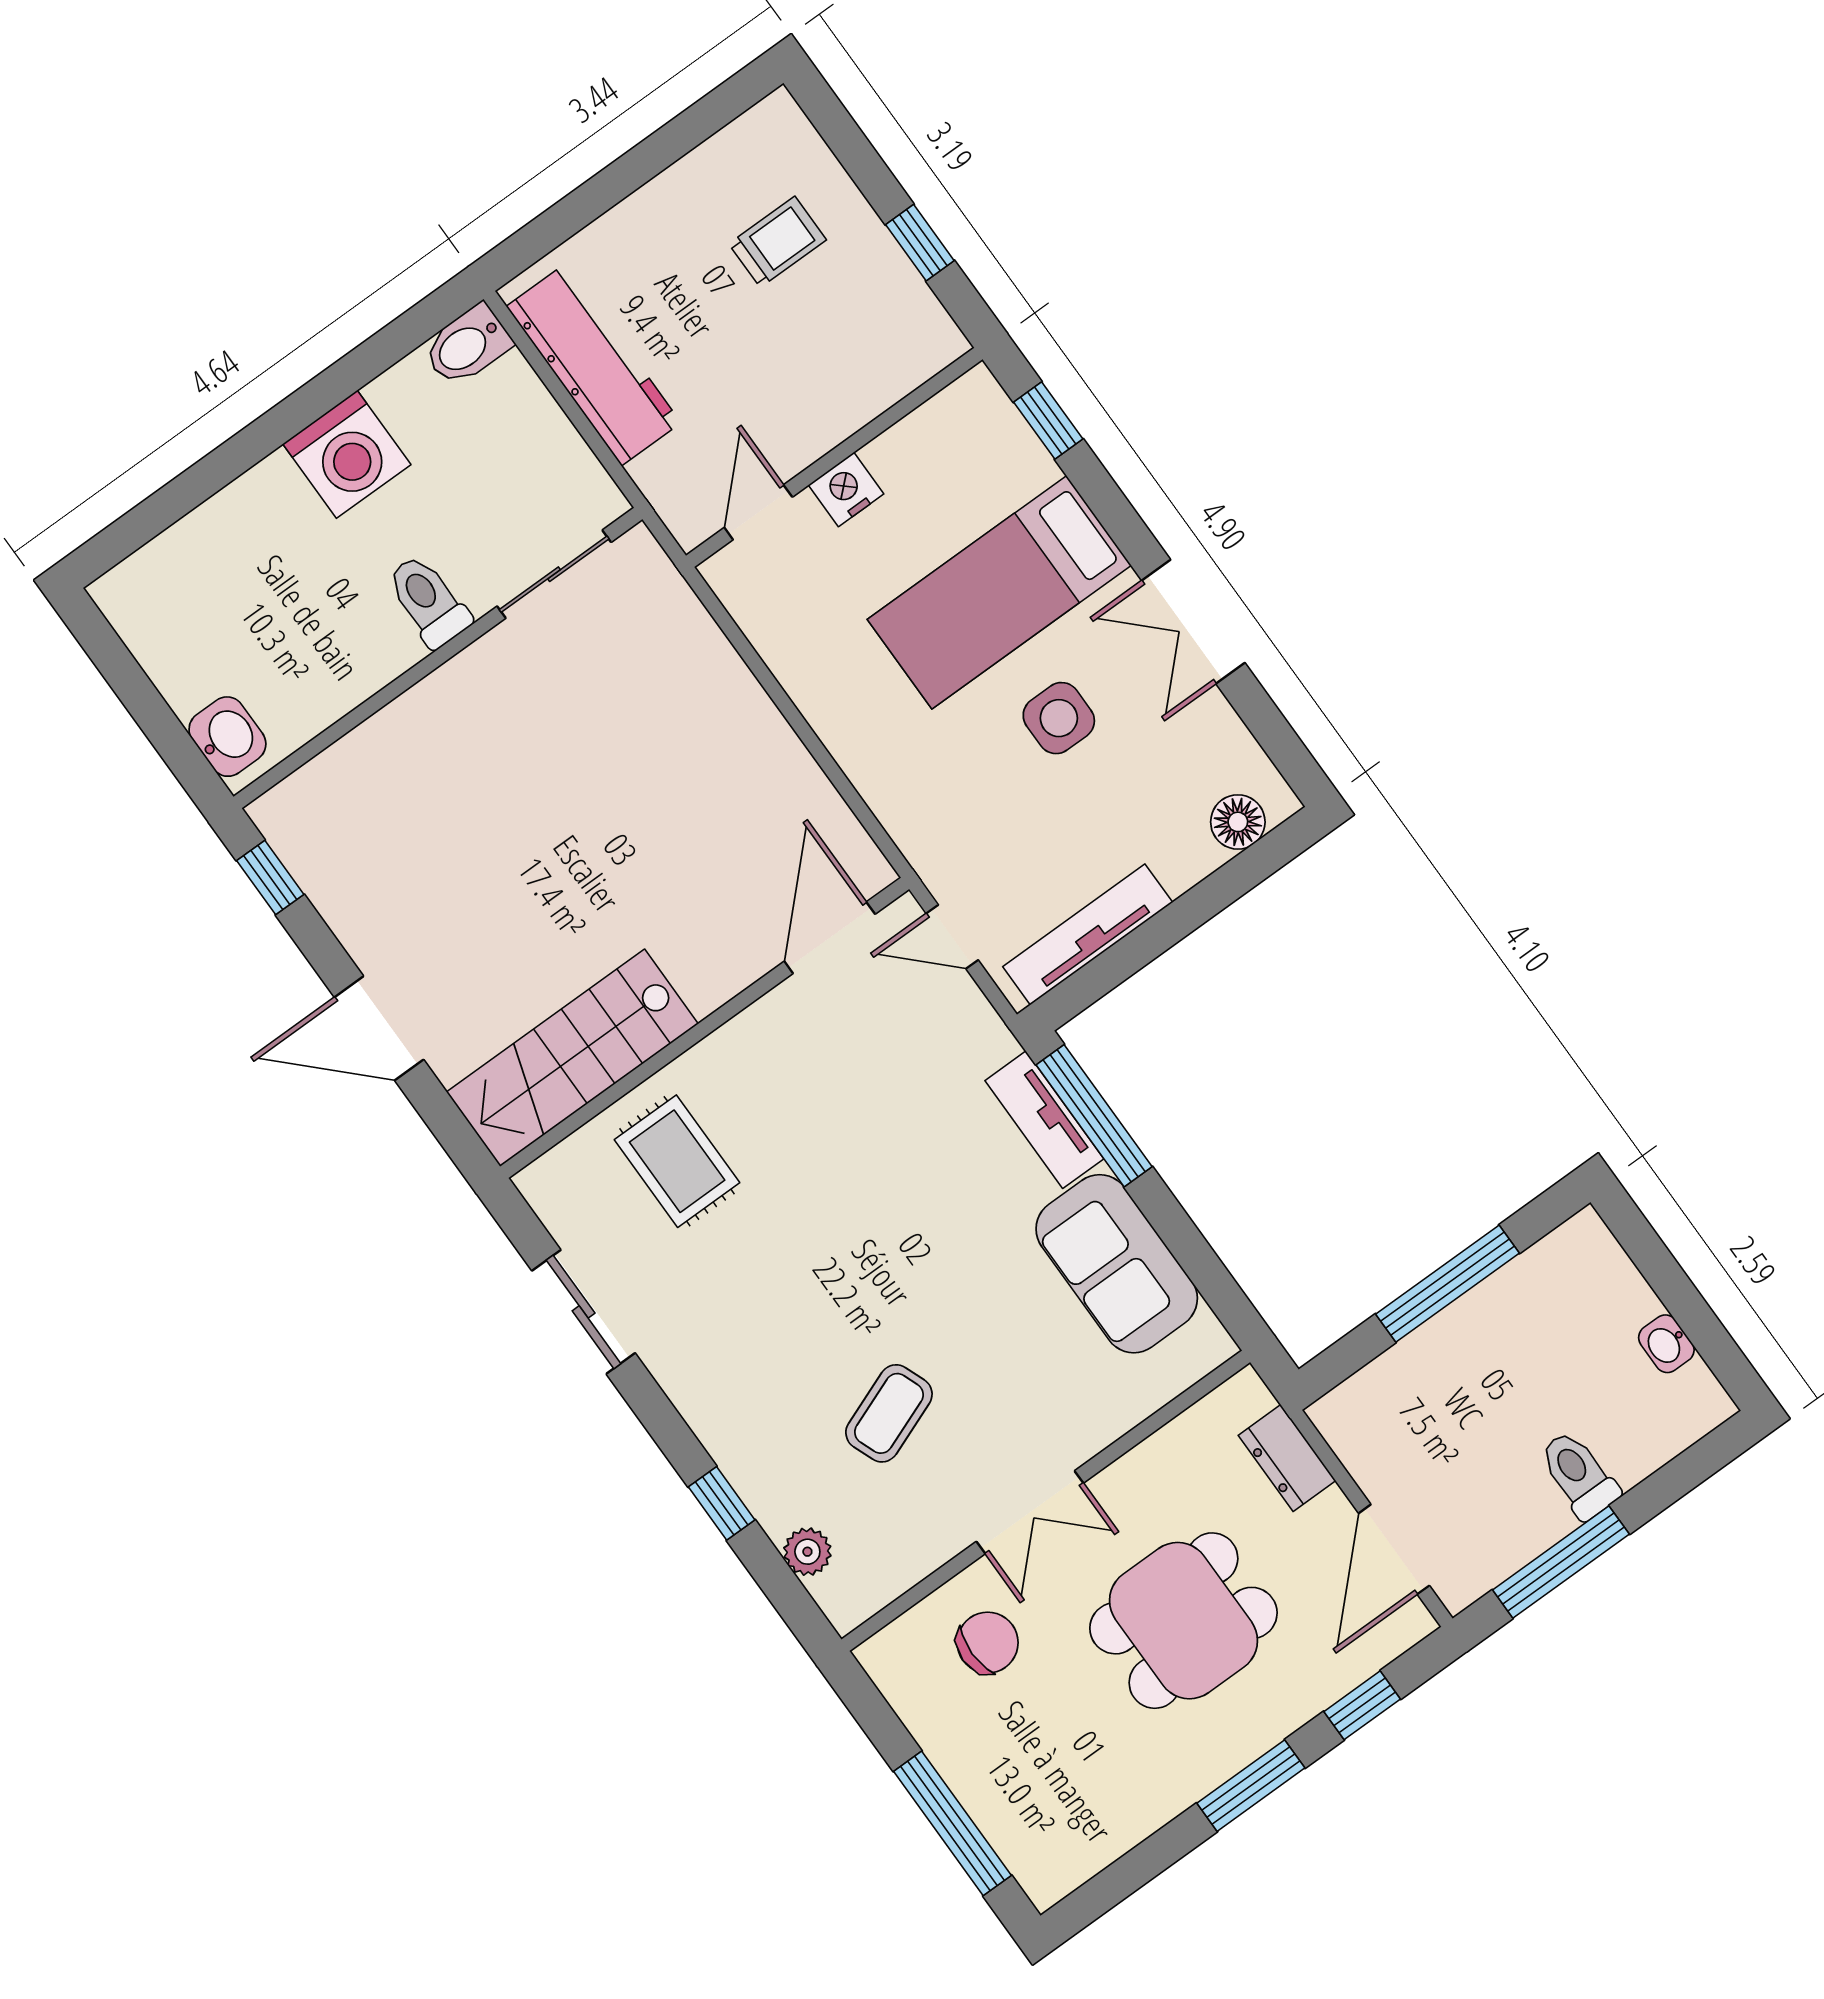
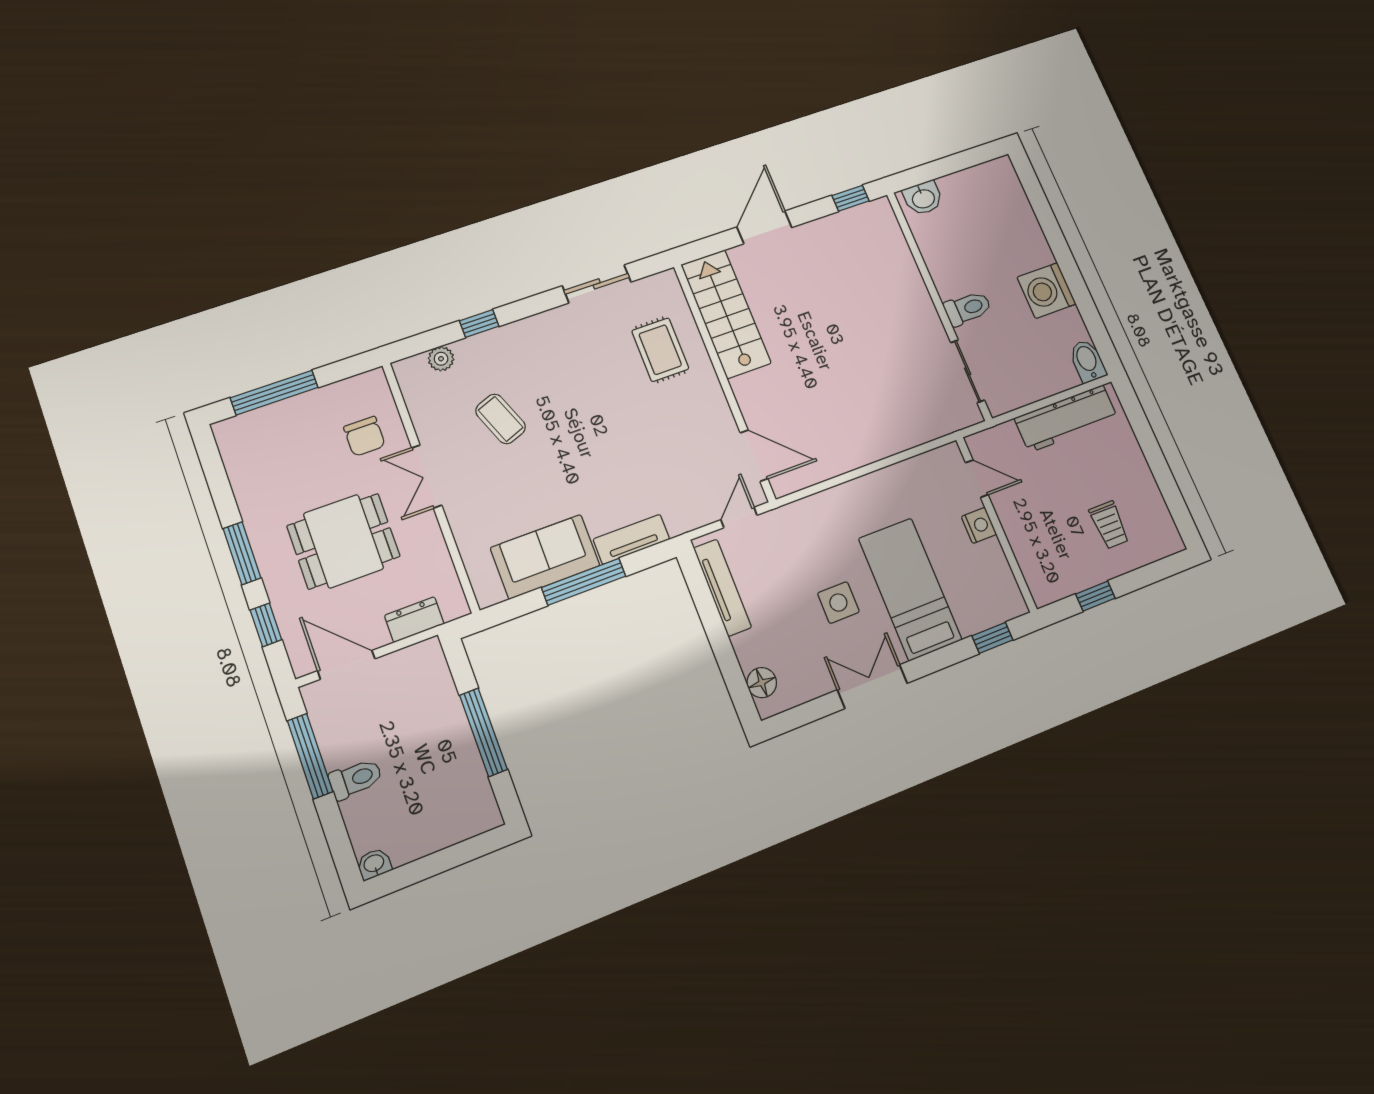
window: (1094, 1116) -> (584, 582), moved
rug: (677, 1161) -> (660, 350), turned 90
washbasin: (1666, 1344) -> (374, 864), moved
dining table: (1183, 1621) -> (343, 541), turned 90

